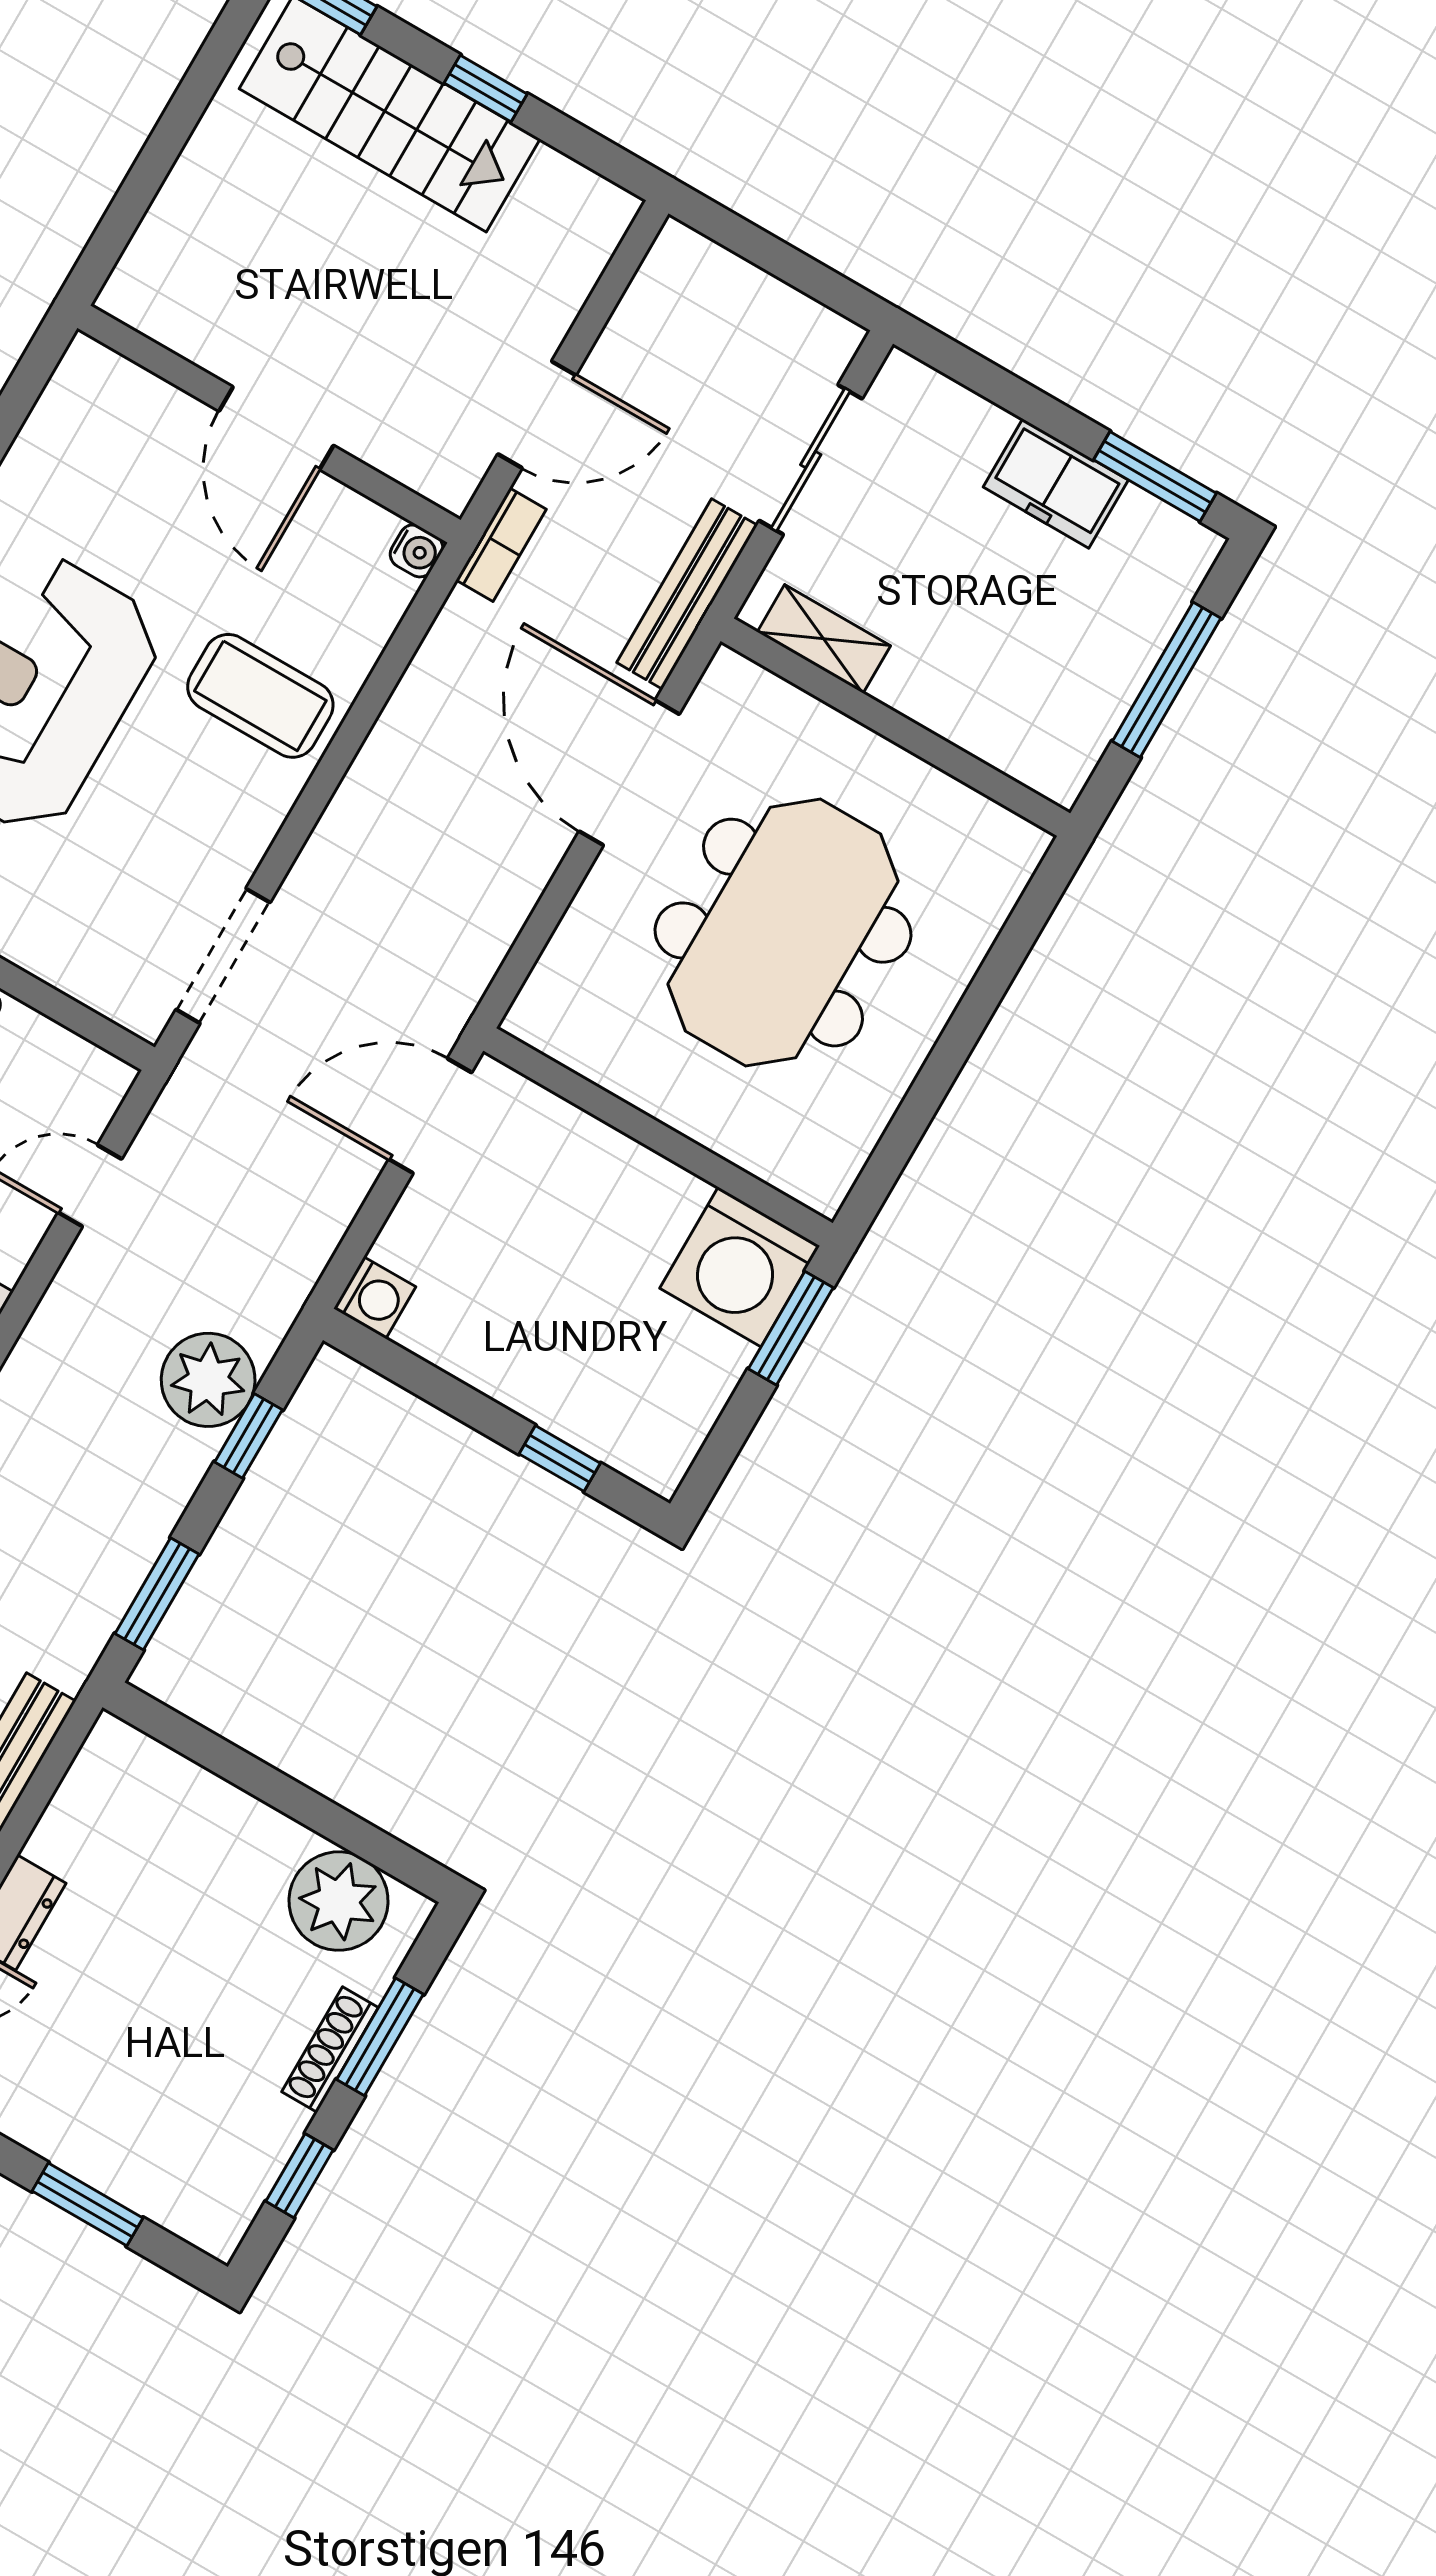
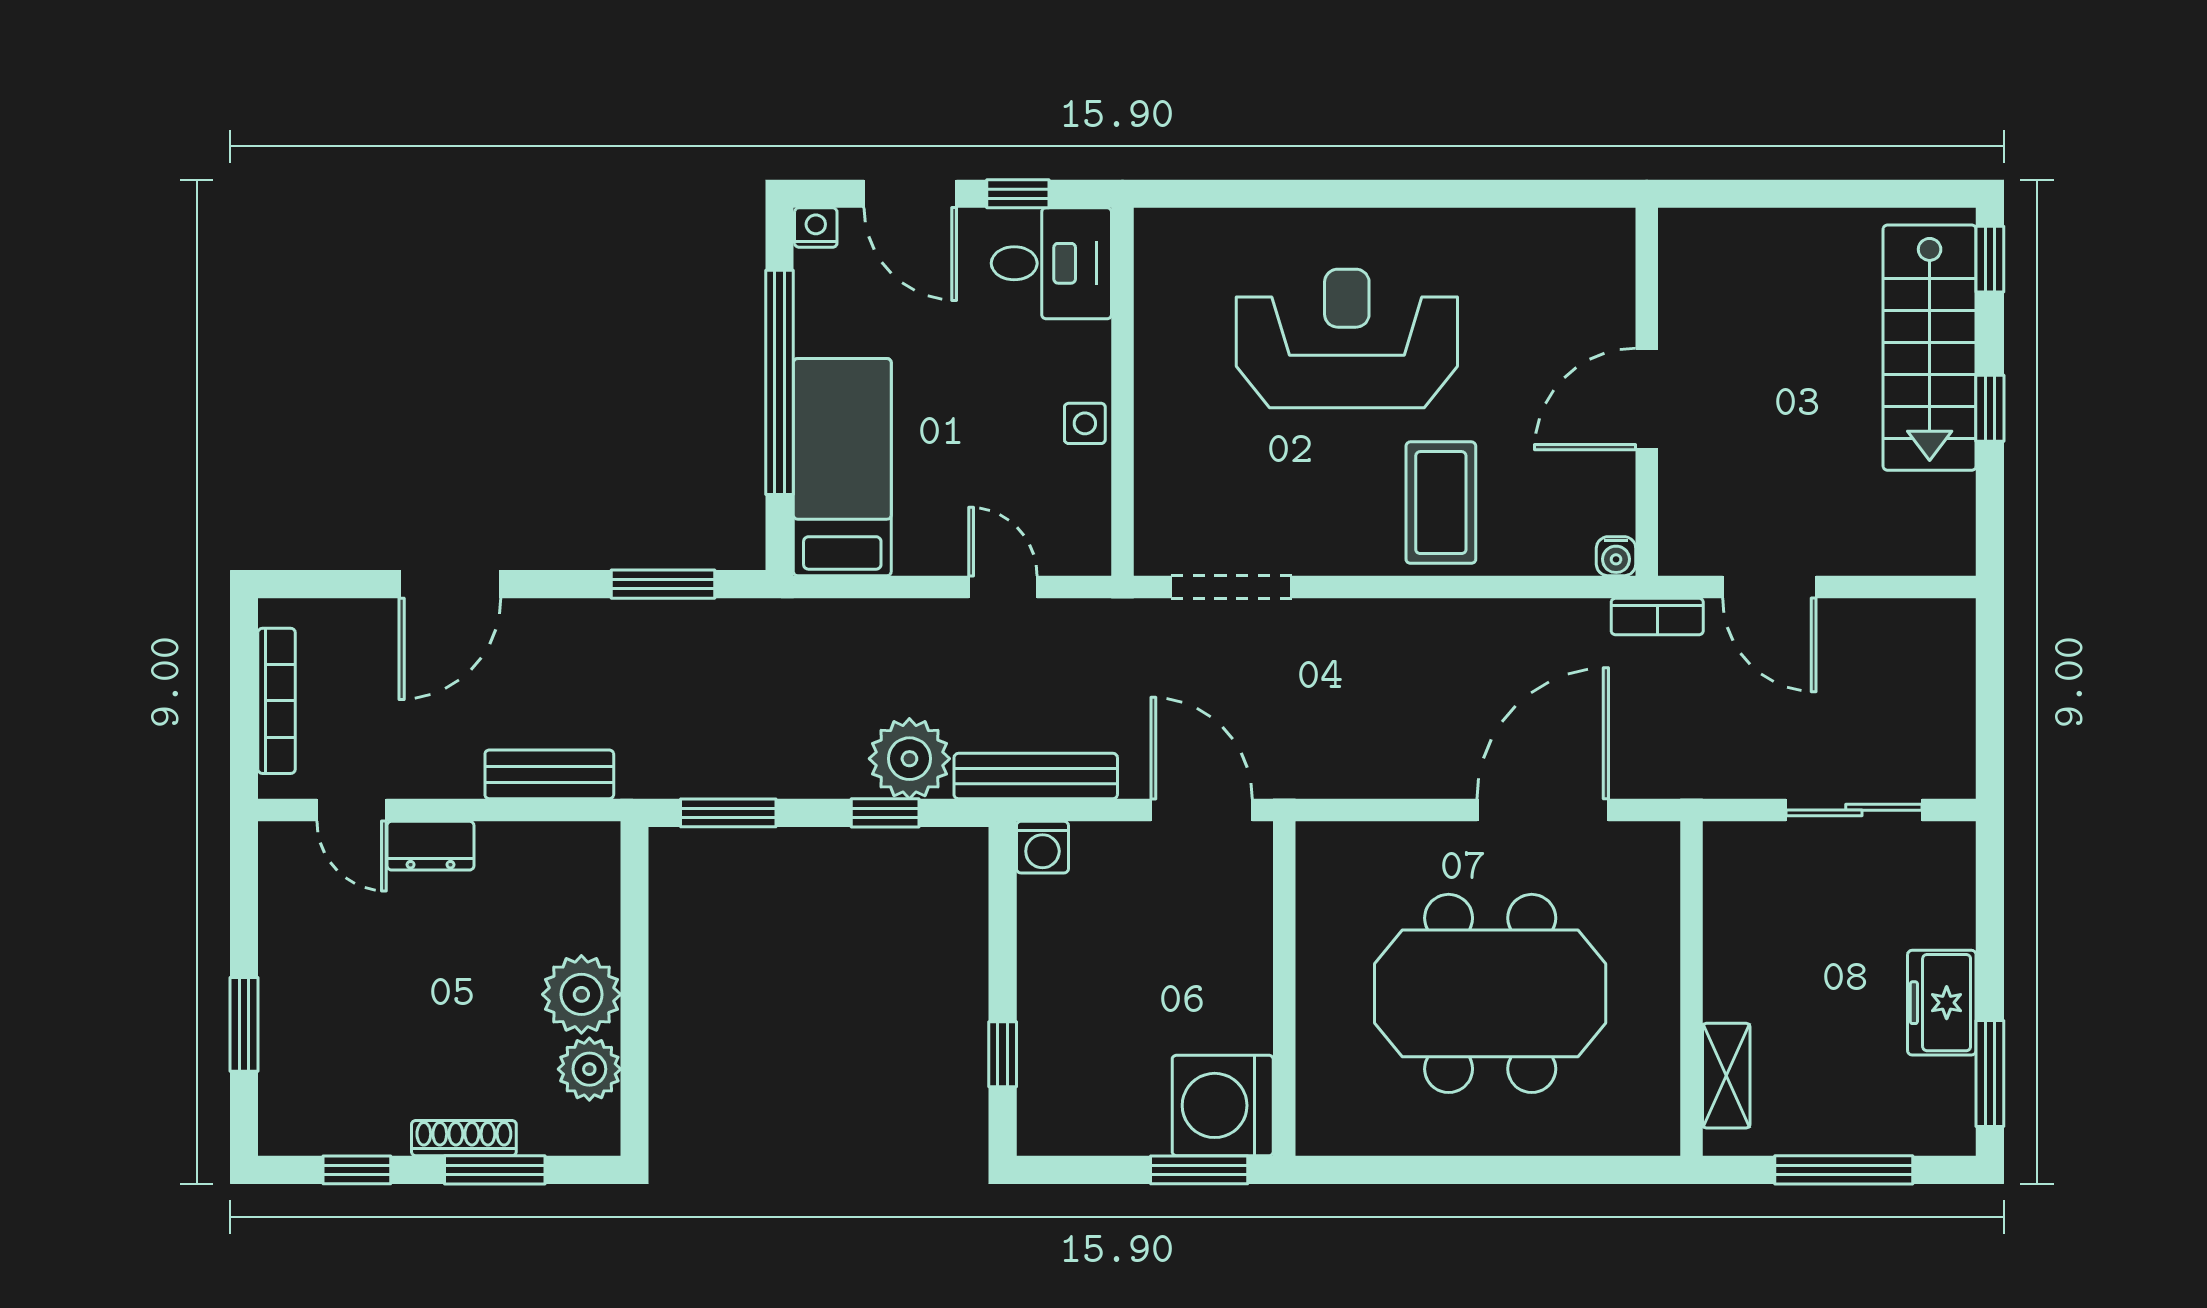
bench: (687, 594) -> (1036, 776), moved
shelving: (824, 639) -> (1726, 1076), moved
plant: (254, 1847) -> (581, 994), added
plant: (339, 1901) -> (589, 1069), width x0.73, depth x0.73

